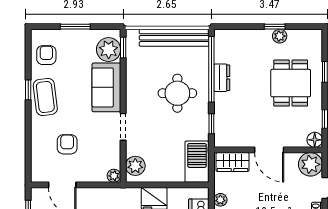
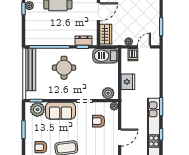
dresser: (222, 78) -> (84, 41), moved
armchair: (67, 144) -> (99, 121), moved

